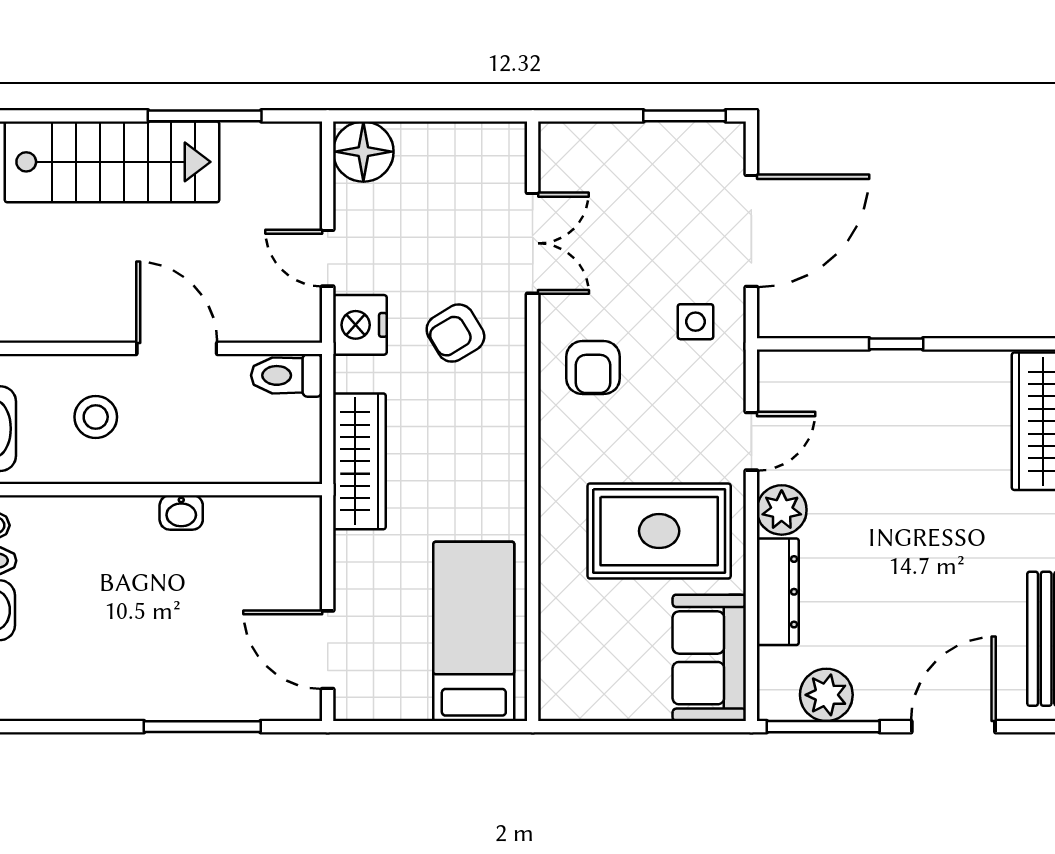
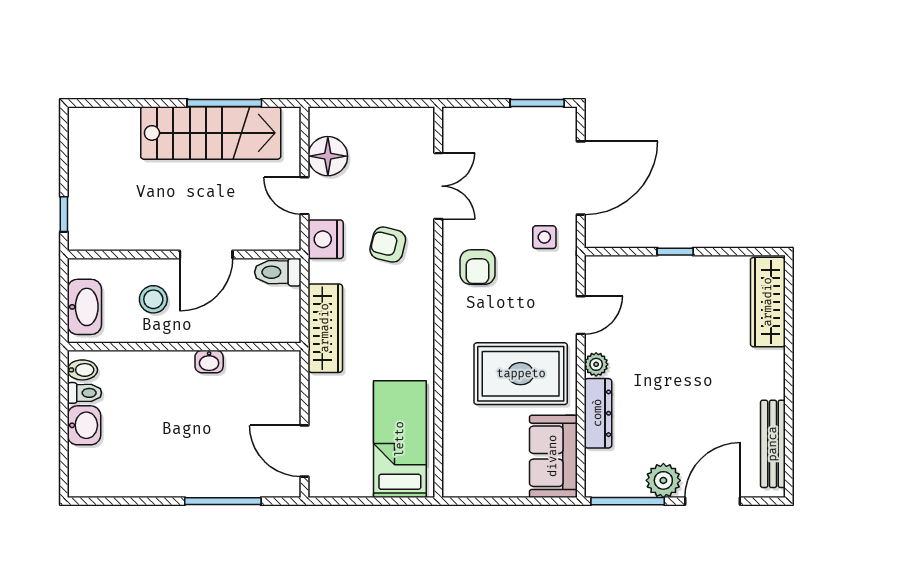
floor lamp: (363, 152) -> (328, 156), moved
stairs: (112, 162) -> (211, 133), moved
armchair: (455, 333) -> (388, 245), turned 45
door: (177, 348) -> (206, 255), swing flipped
plant: (782, 510) -> (596, 364), width x0.73, depth x0.73
plant: (826, 695) -> (663, 480), moved

